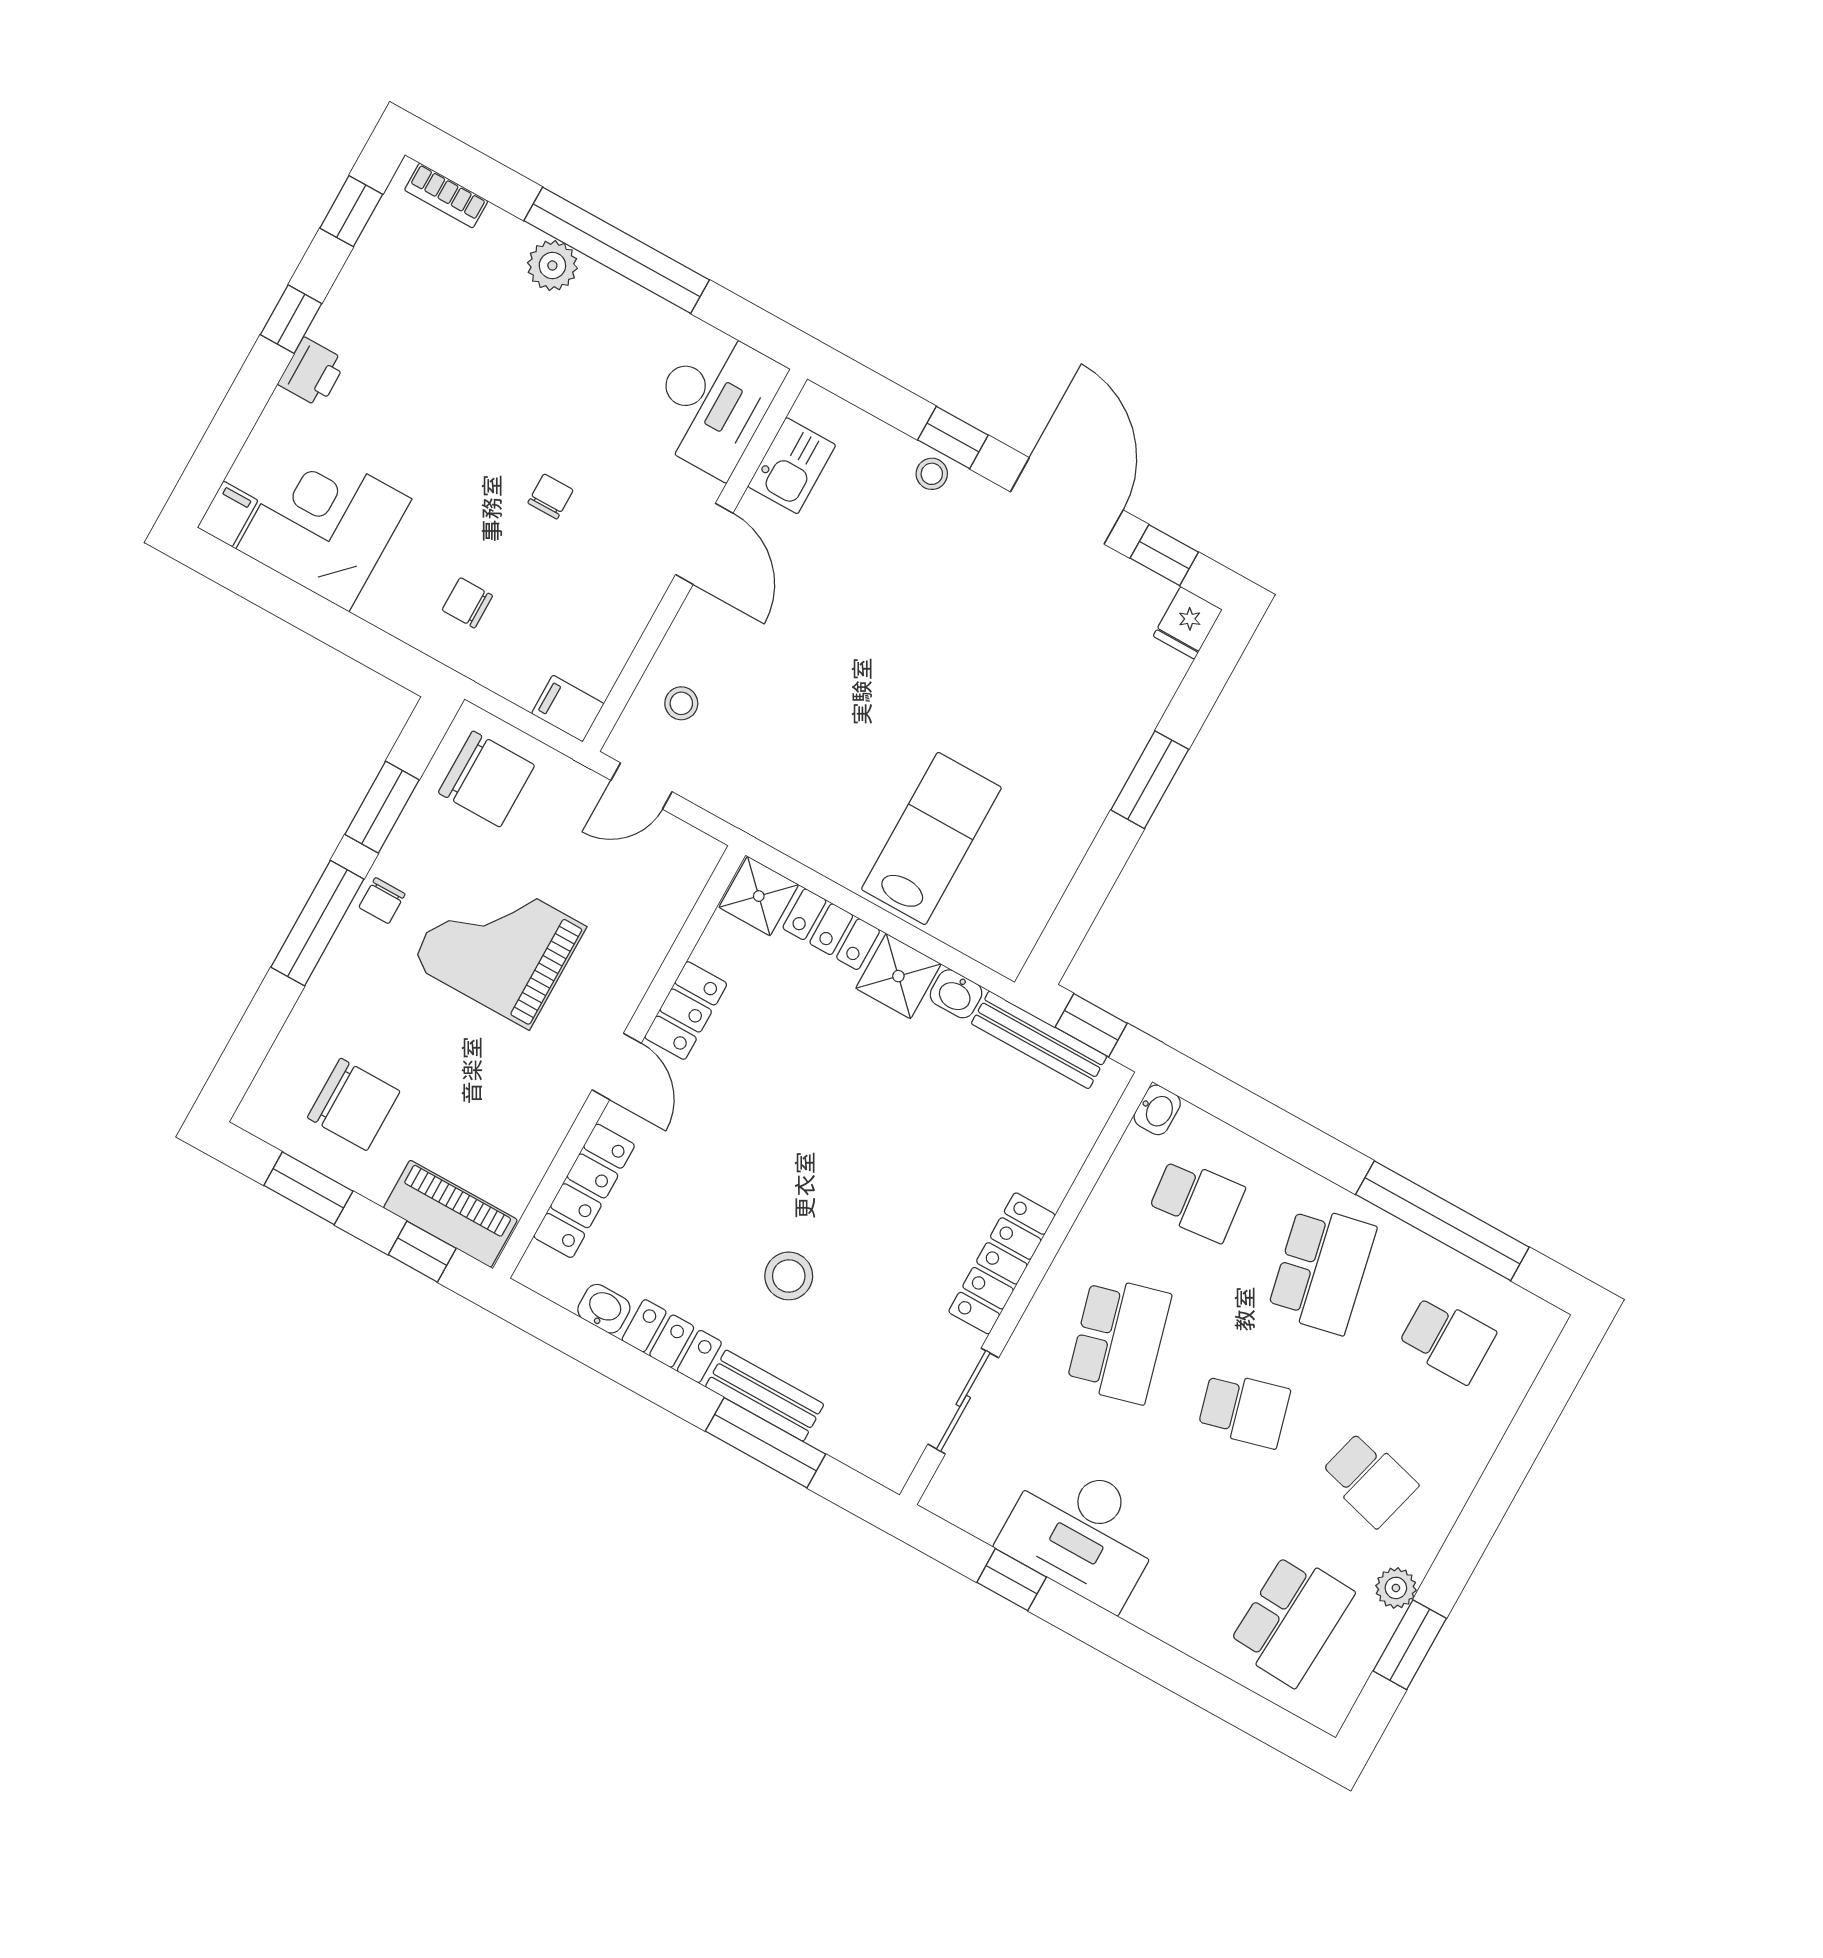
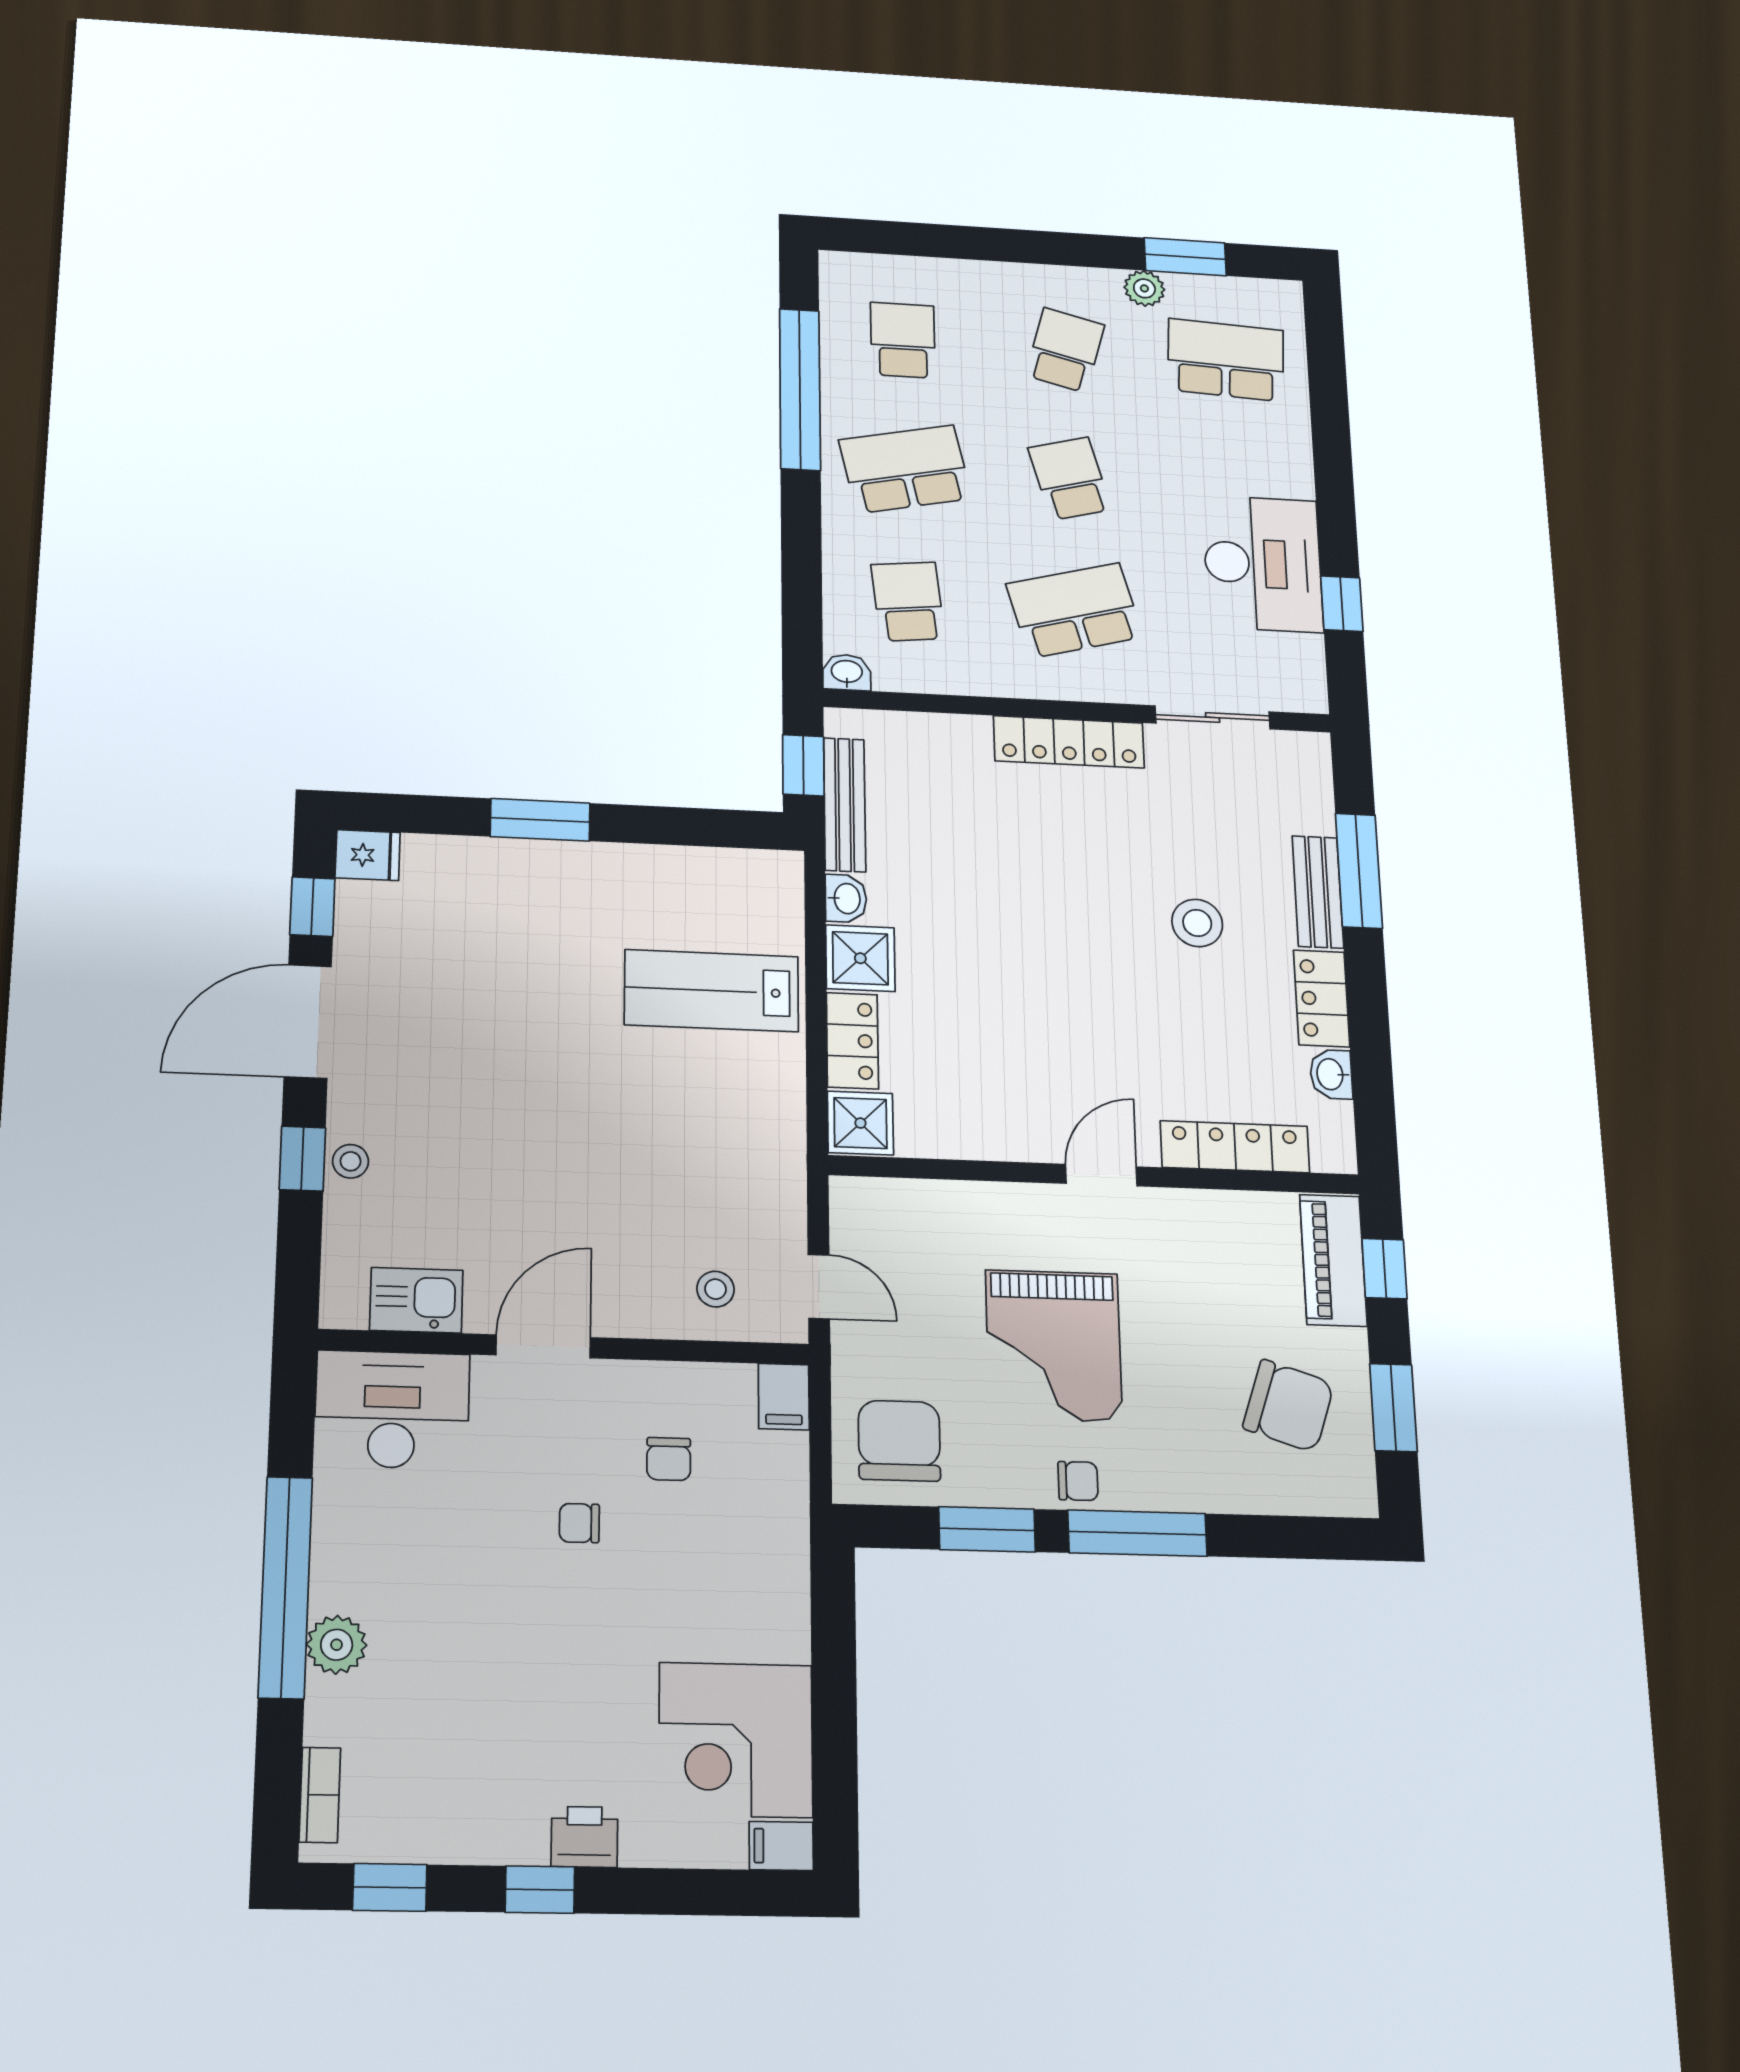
chair: (467, 603) -> (669, 1459), moved
locker: (686, 1011) -> (1010, 1137), removed
chair: (354, 1104) -> (1288, 1406), turned 108

